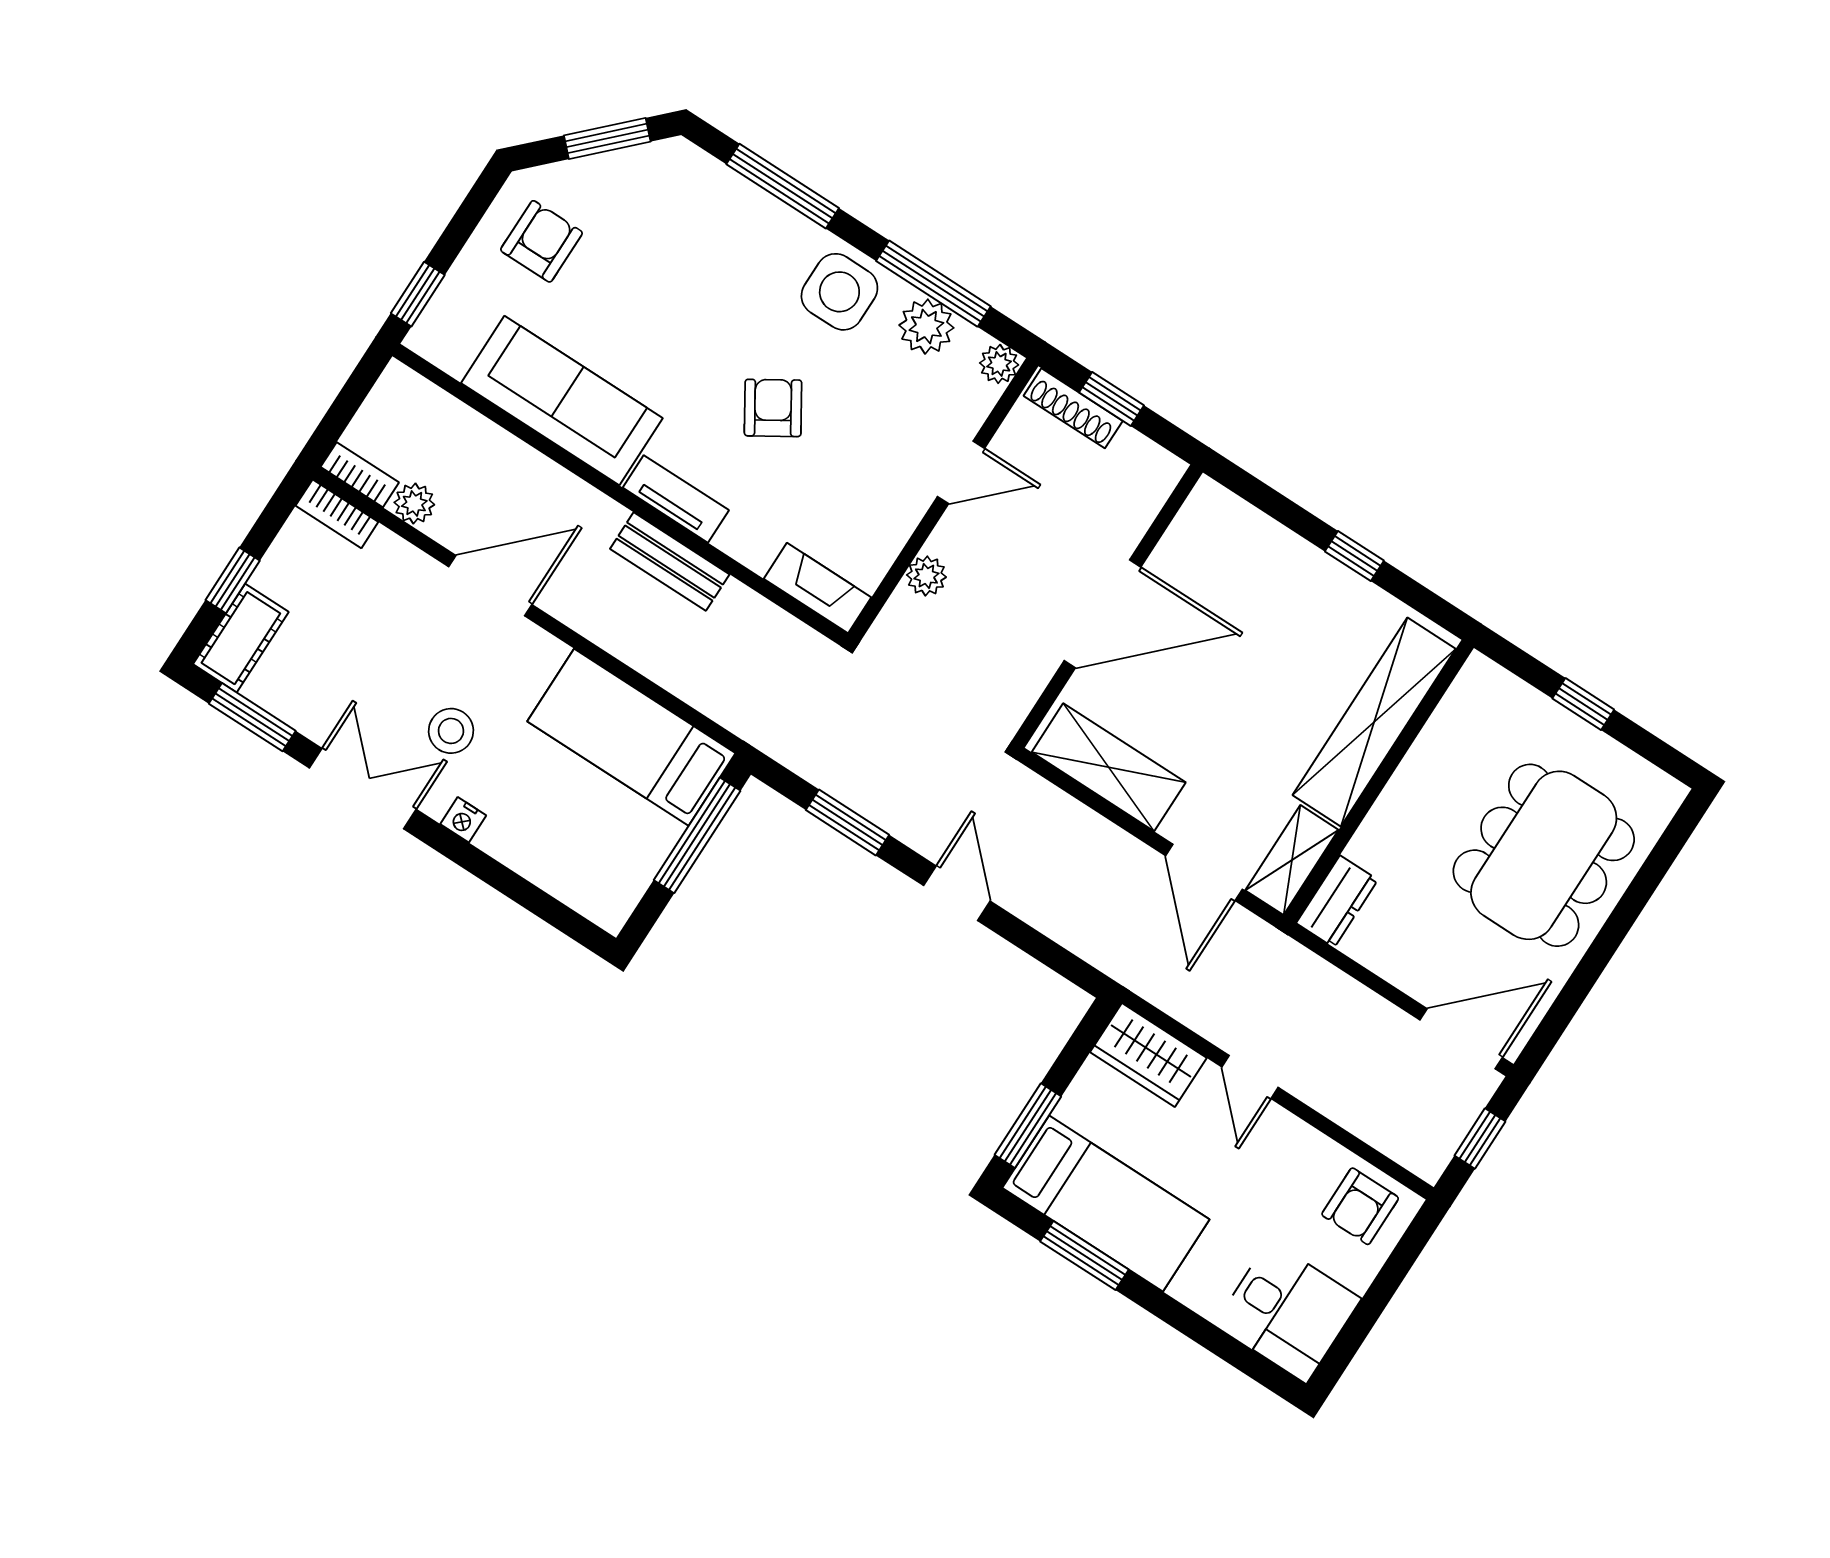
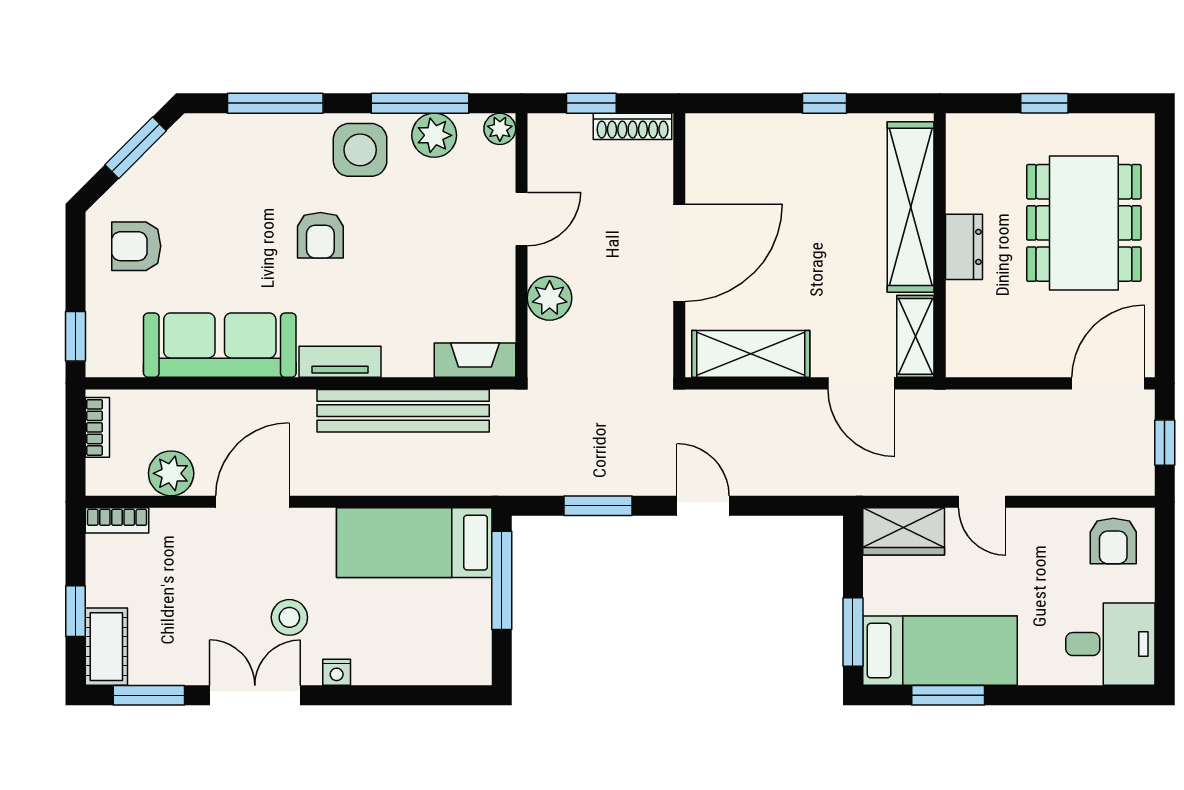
armchair: (541, 241) -> (136, 246), turned -90
armchair: (773, 408) -> (320, 235), moved, turned -148
shoe rack: (1073, 408) -> (633, 126), moved
bookcase: (360, 475) -> (97, 427), moved, turned 90
plant: (414, 503) -> (171, 473), width x1.38, depth x1.38
bench: (670, 562) -> (403, 411), width x1.86, depth x1.21
plant: (926, 576) -> (550, 298), width x1.38, depth x1.38
dresser: (1337, 901) -> (964, 247), moved

